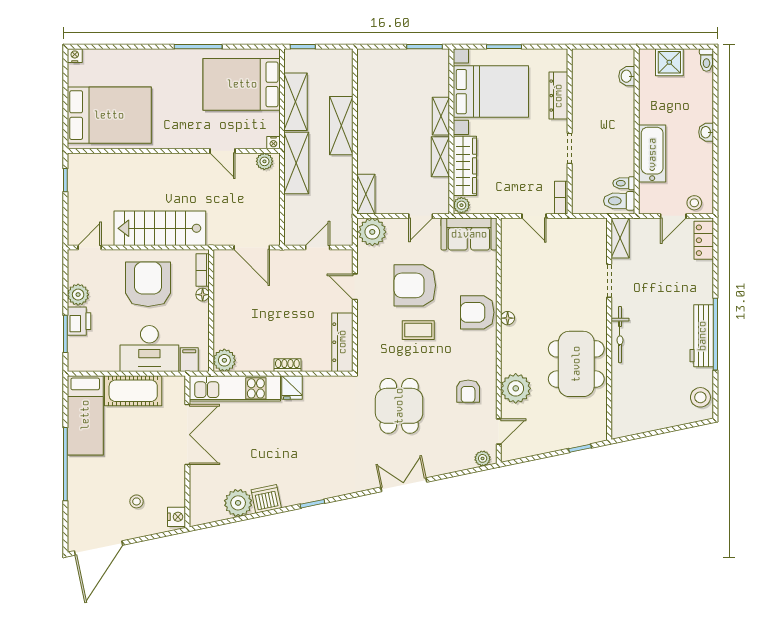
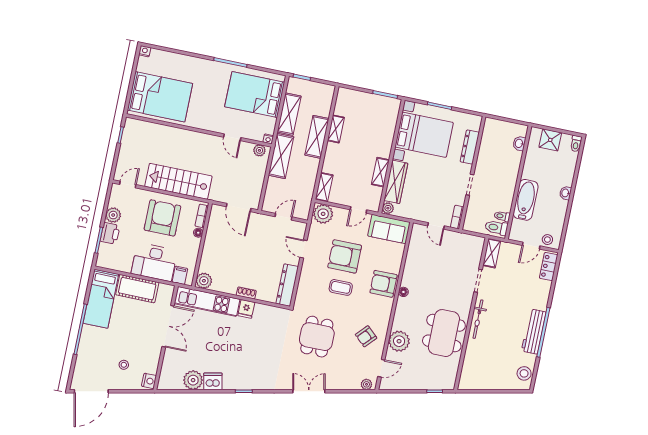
shelving: (441, 116) -> (336, 129), moved
armchair: (468, 391) -> (366, 336), turned 43

